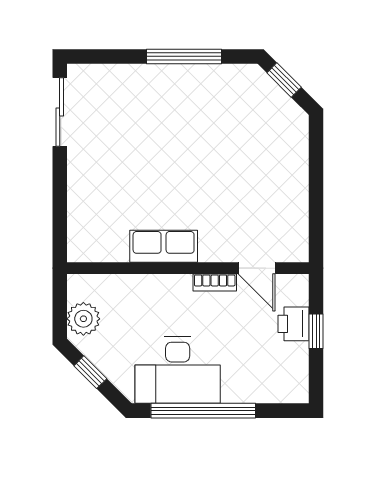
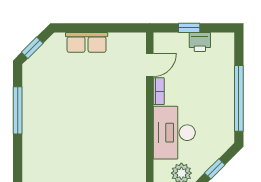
row of seats: (164, 246) -> (87, 42), moved, turned -90
printer: (293, 324) -> (200, 42), moved
desk: (178, 370) -> (174, 133), moved, turned 180

